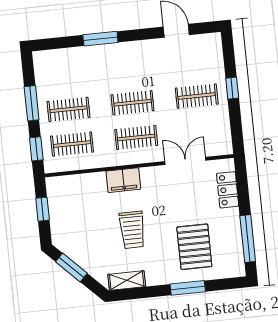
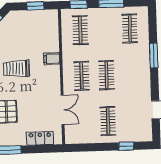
window: (232, 88) -> (126, 146), moved
clothes rail: (69, 109) -> (130, 28), moved
filing cabinet: (123, 180) -> (52, 59), width x0.50

